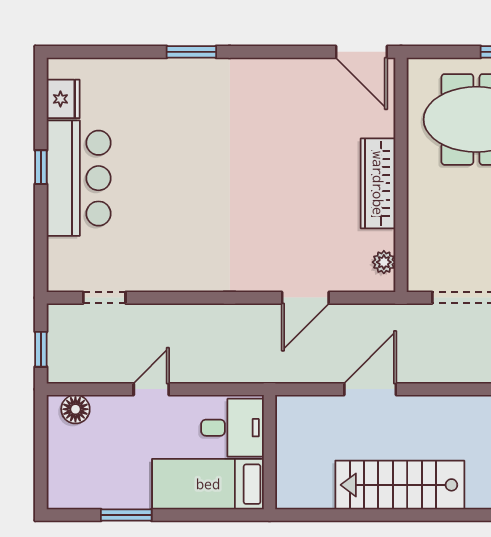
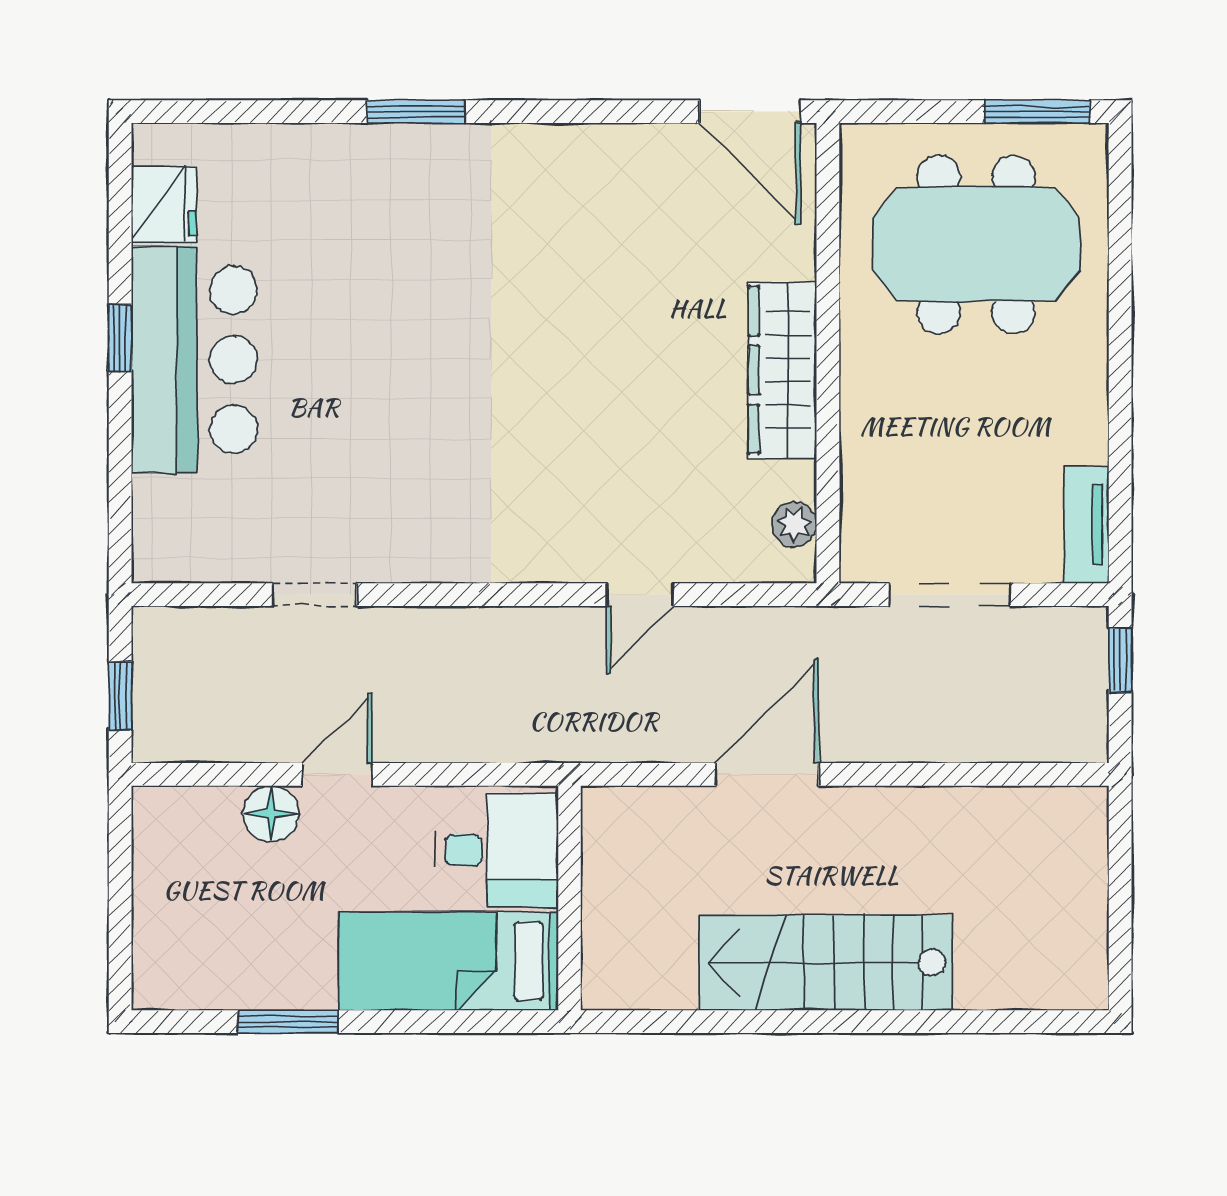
doorway: (104, 298) -> (314, 595), moved
door: (305, 298) -> (640, 595), width x0.73
floor lamp: (75, 409) -> (271, 814), moved

